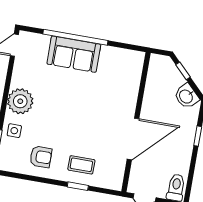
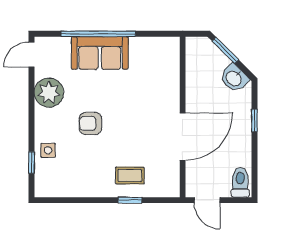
window: (183, 71) -> (225, 50), width x1.50
plant: (20, 101) -> (49, 93), moved
armchair: (41, 157) -> (90, 123), moved, turned 180

